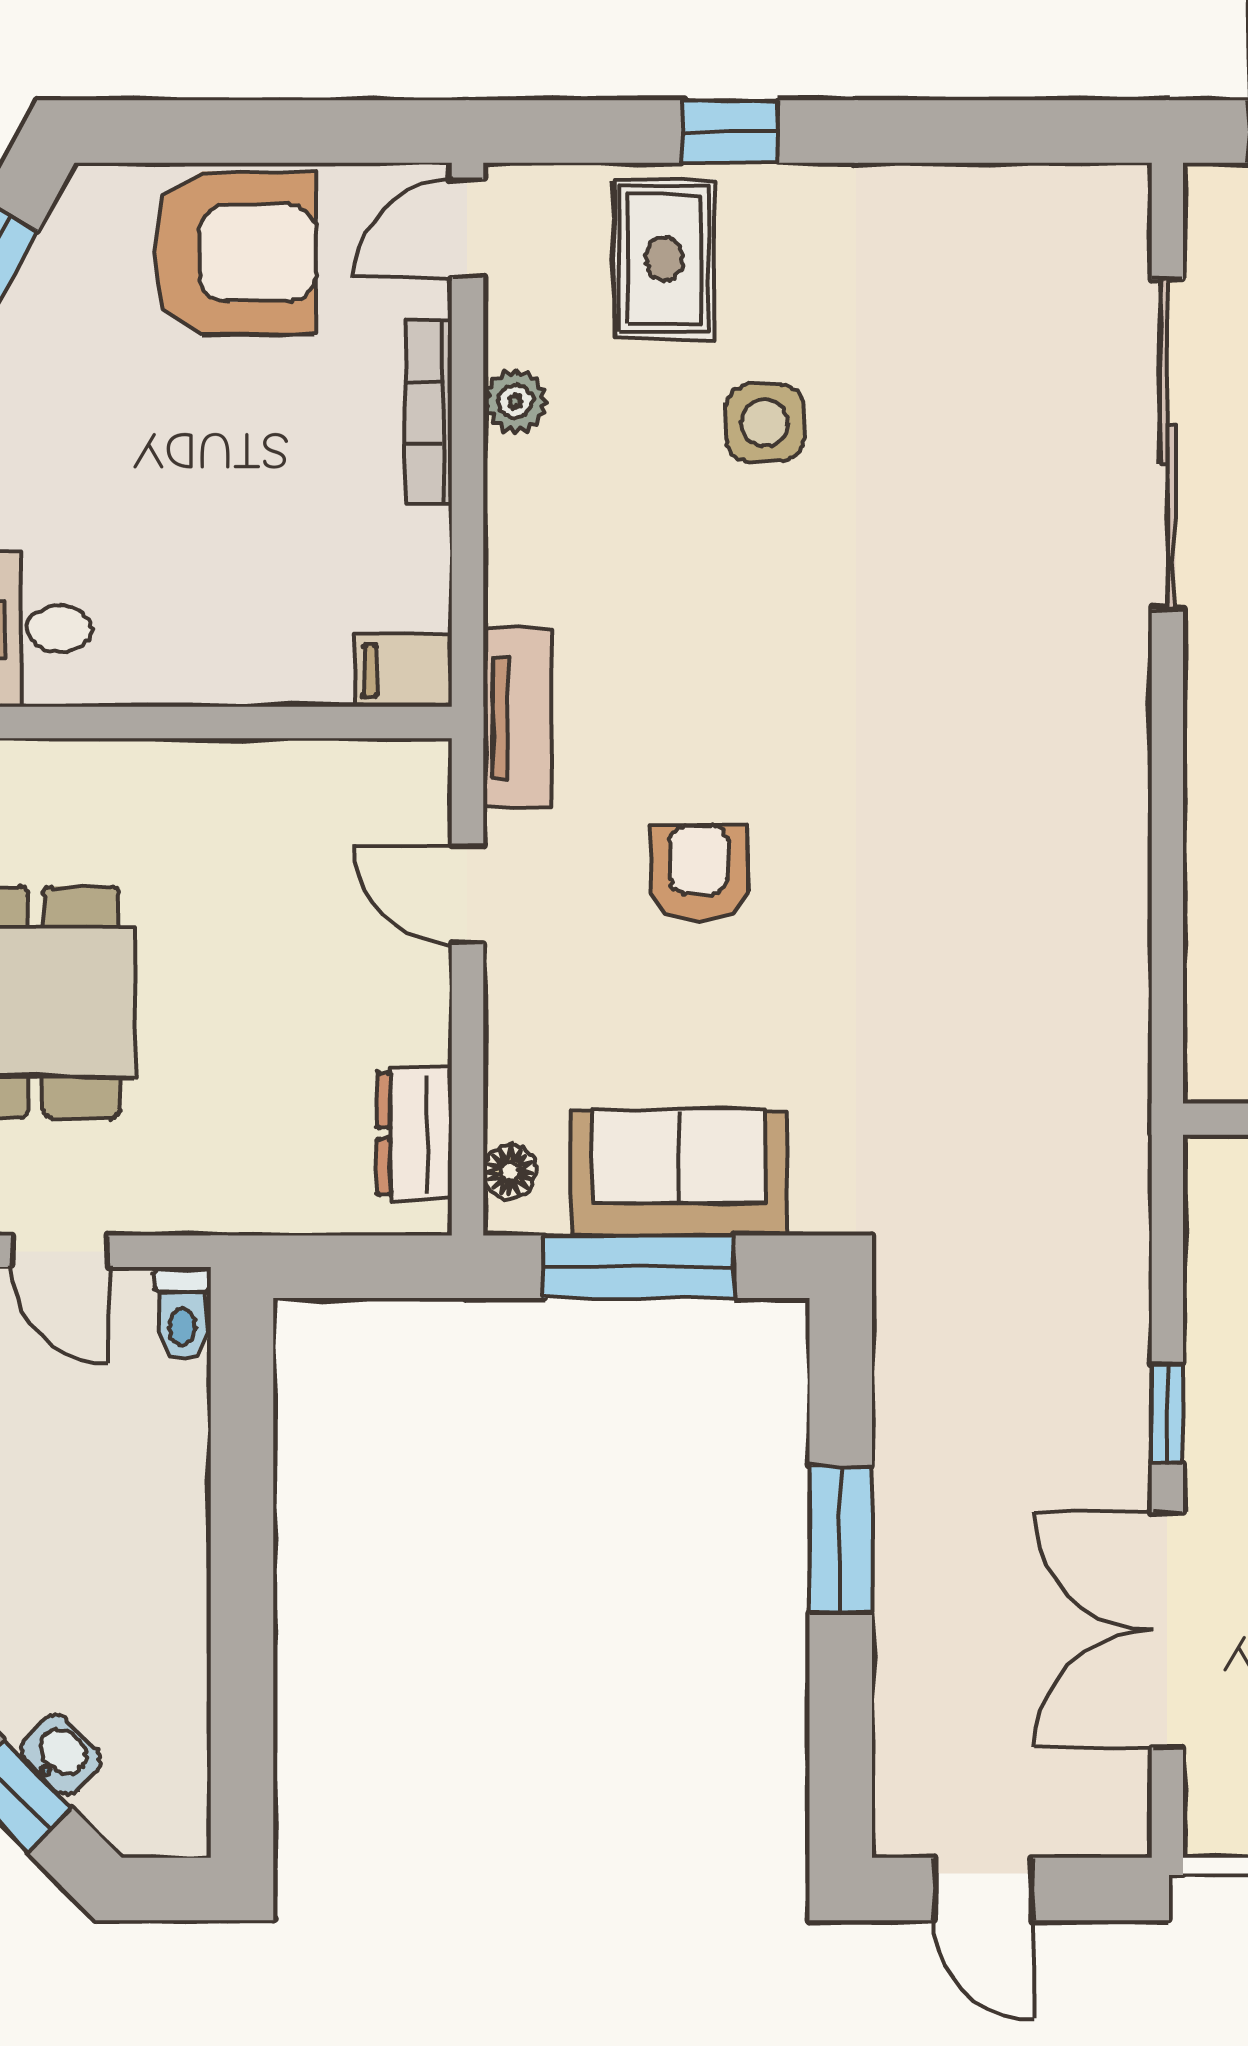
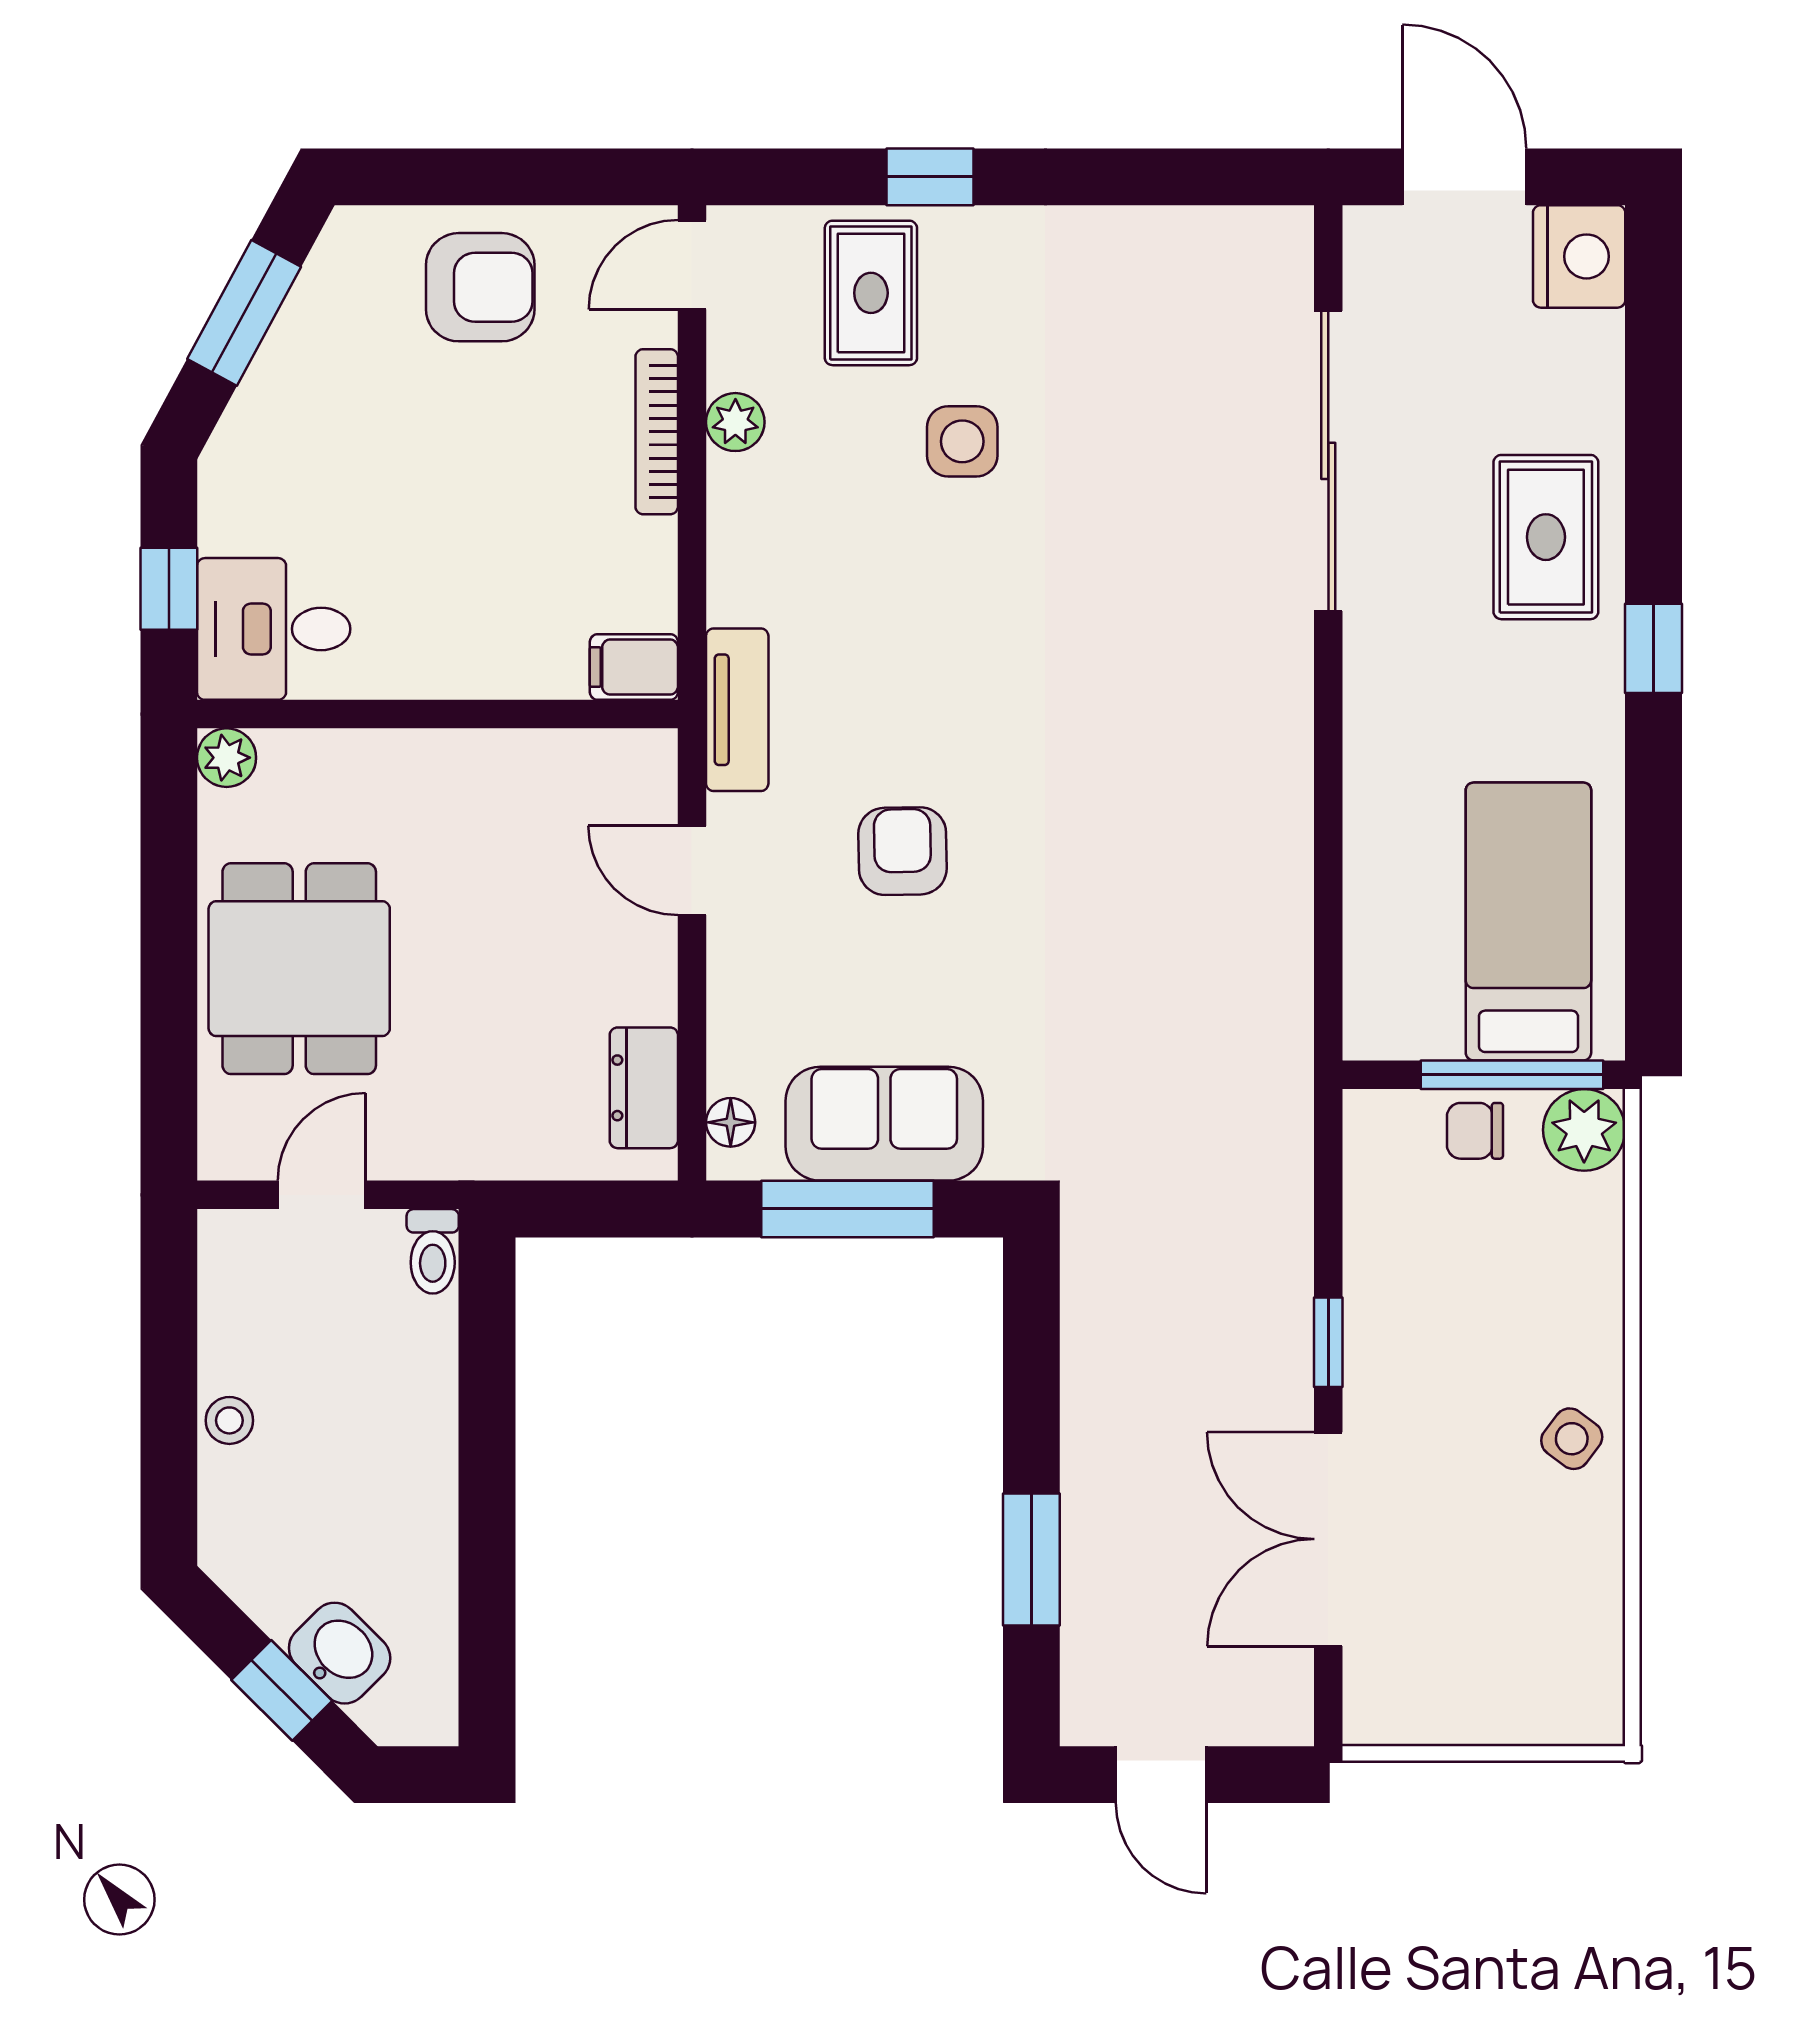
armchair: (235, 253) -> (480, 287), width x0.73, depth x0.73
door: (60, 1251) -> (322, 1195), swing flipped
window: (841, 1540) -> (1031, 1560), moved
washbasin: (61, 1755) -> (340, 1653), width x1.38, depth x1.45

